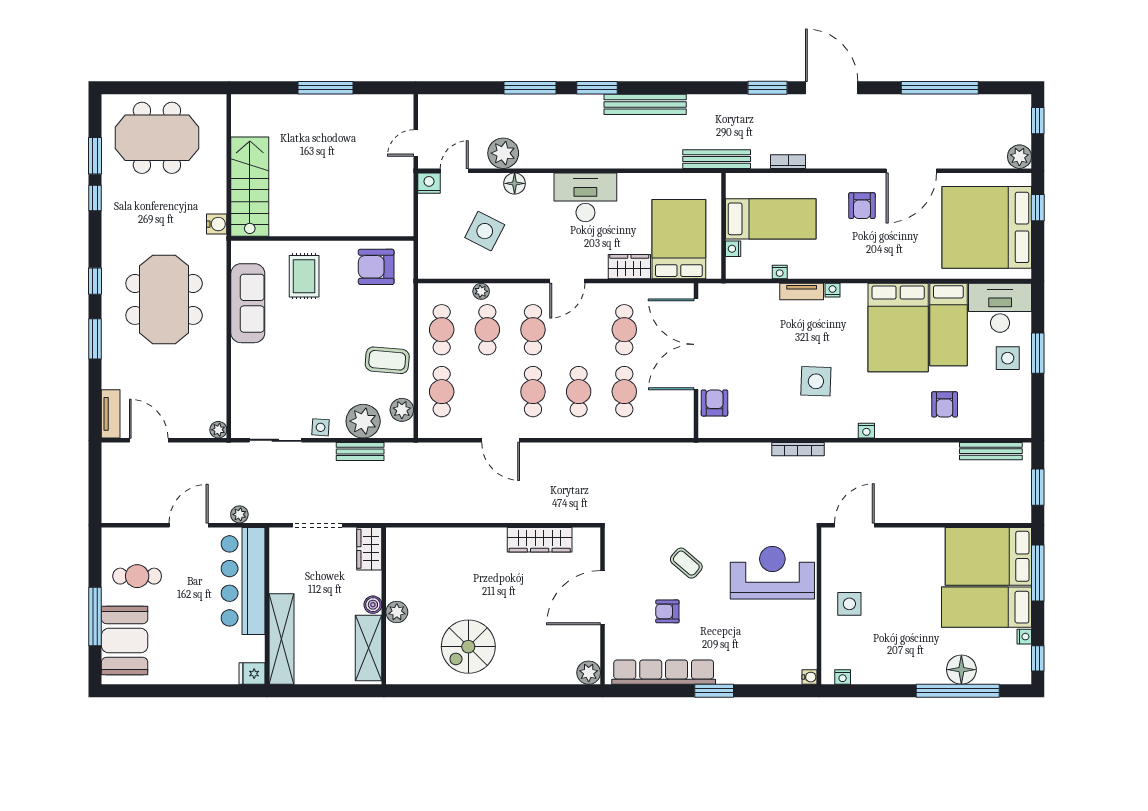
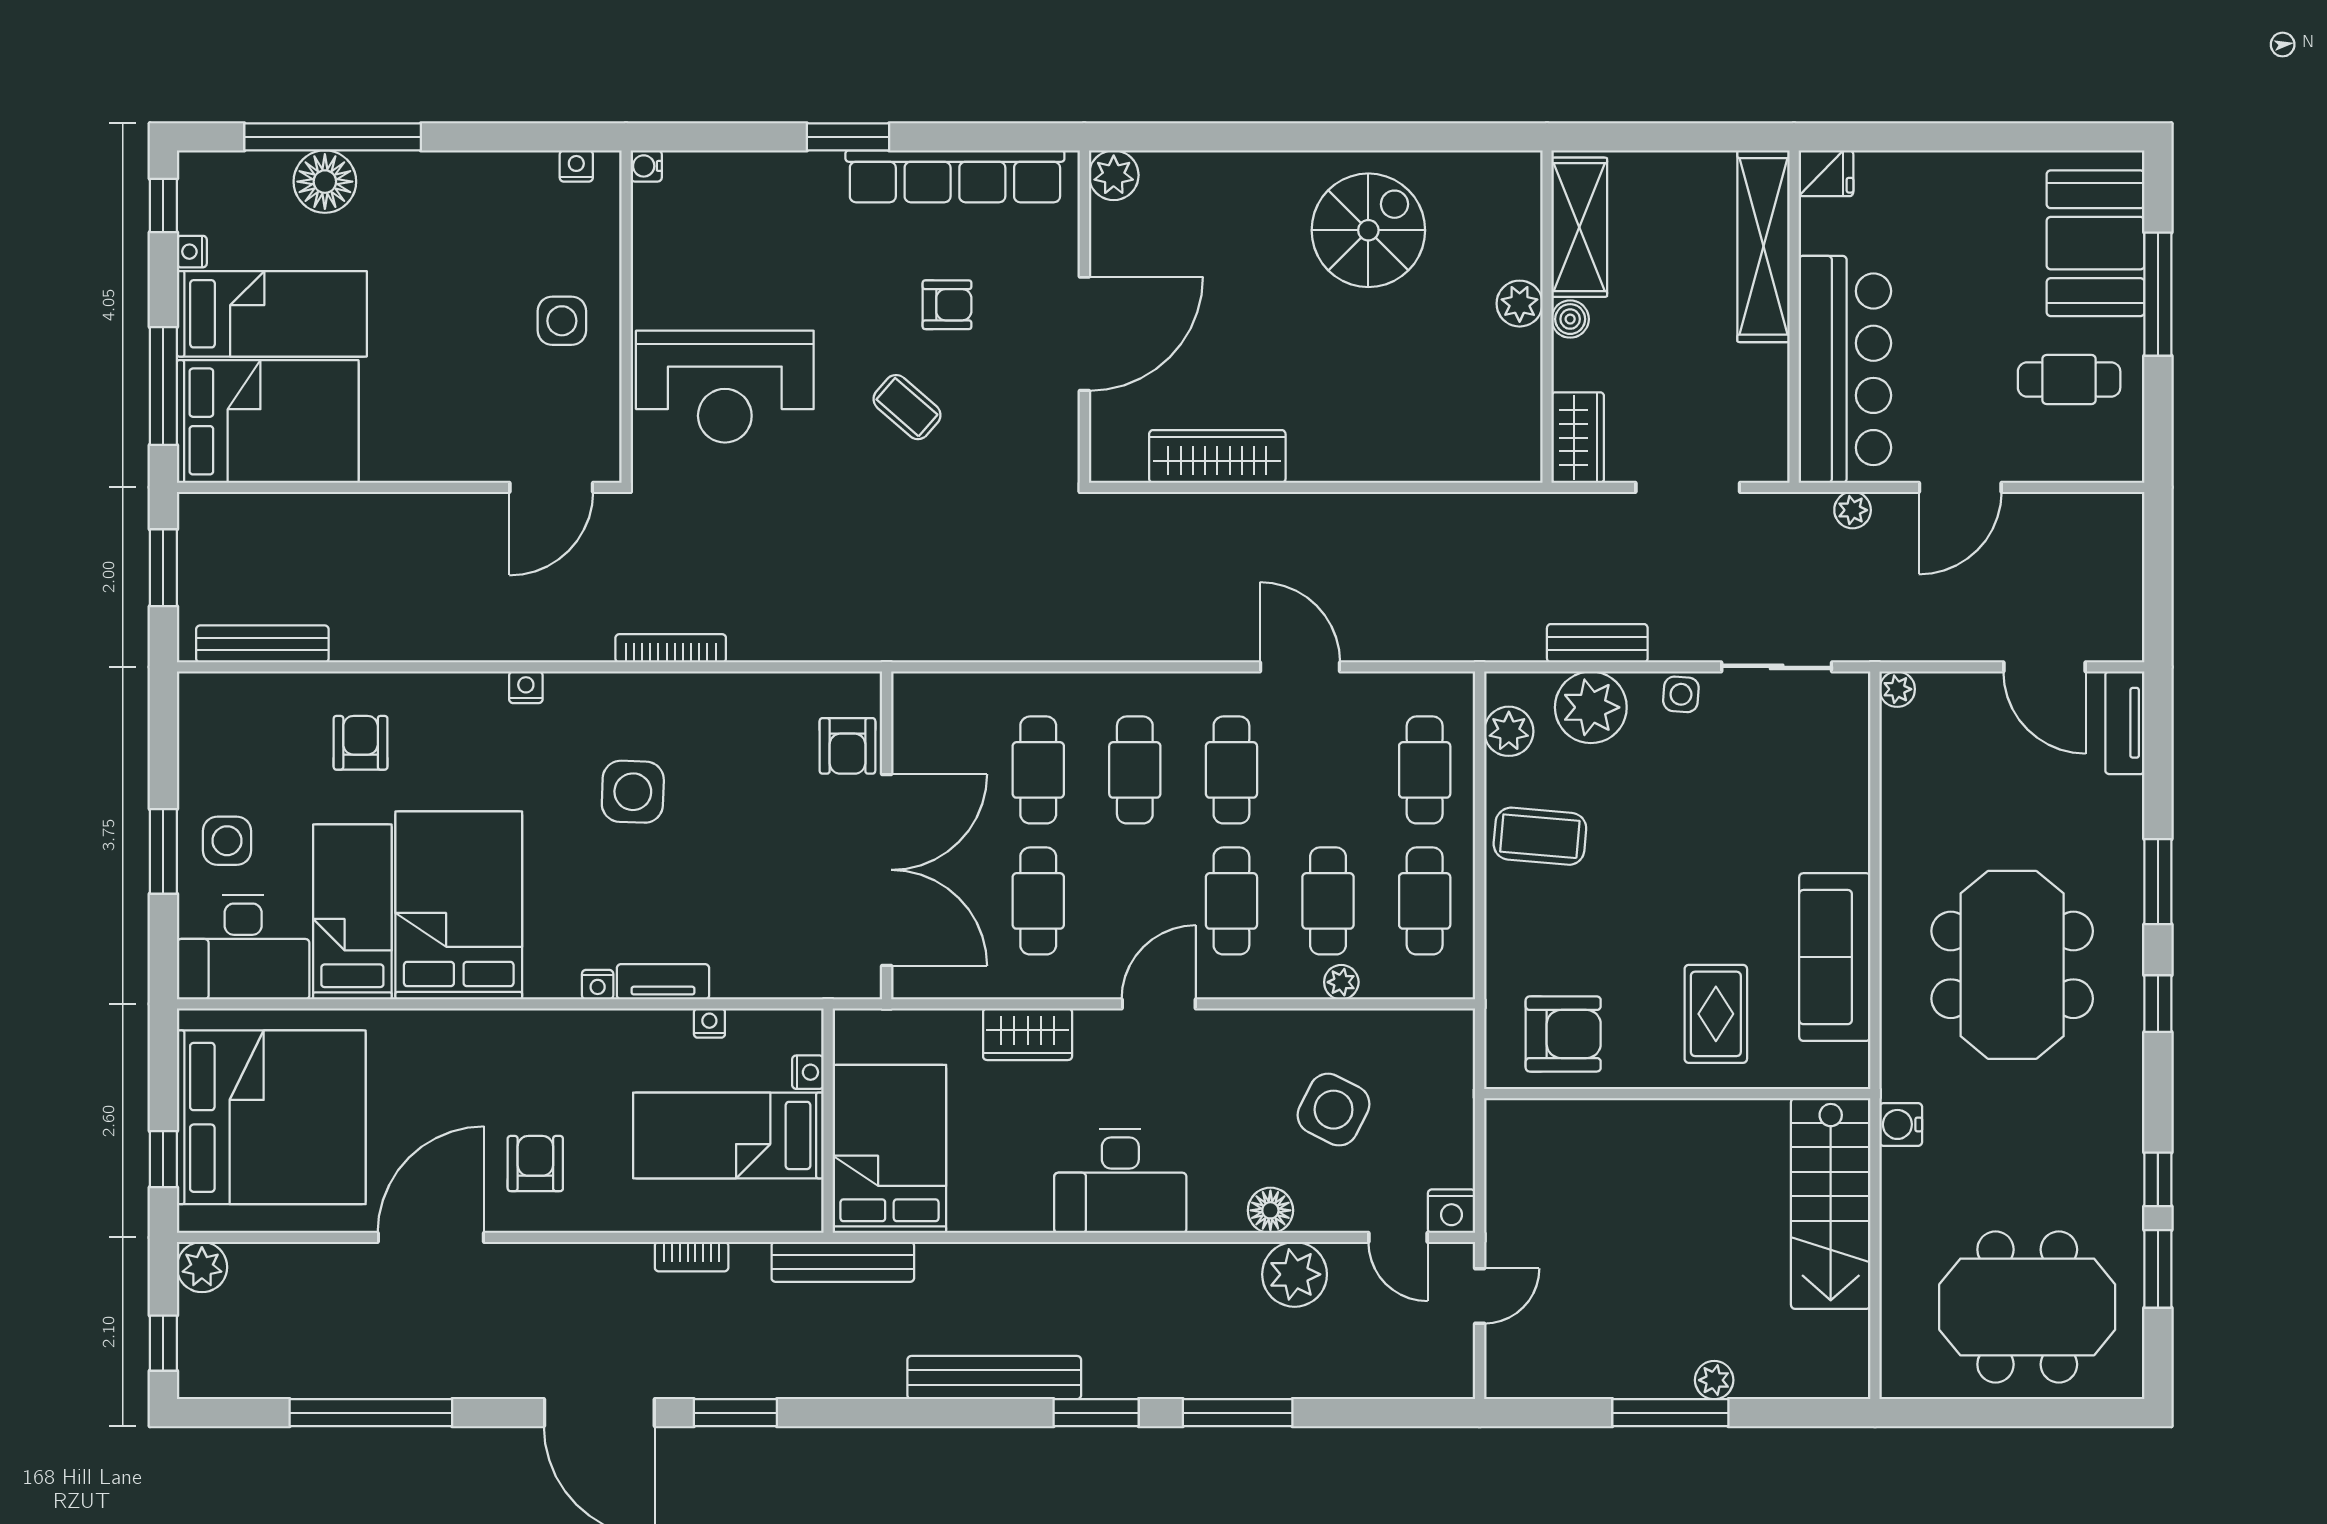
plant: (305, 103) -> (1714, 1380), added
door: (454, 171) -> (1398, 1237), hinge flipped
bed: (679, 239) -> (889, 1149), moved, turned 180

